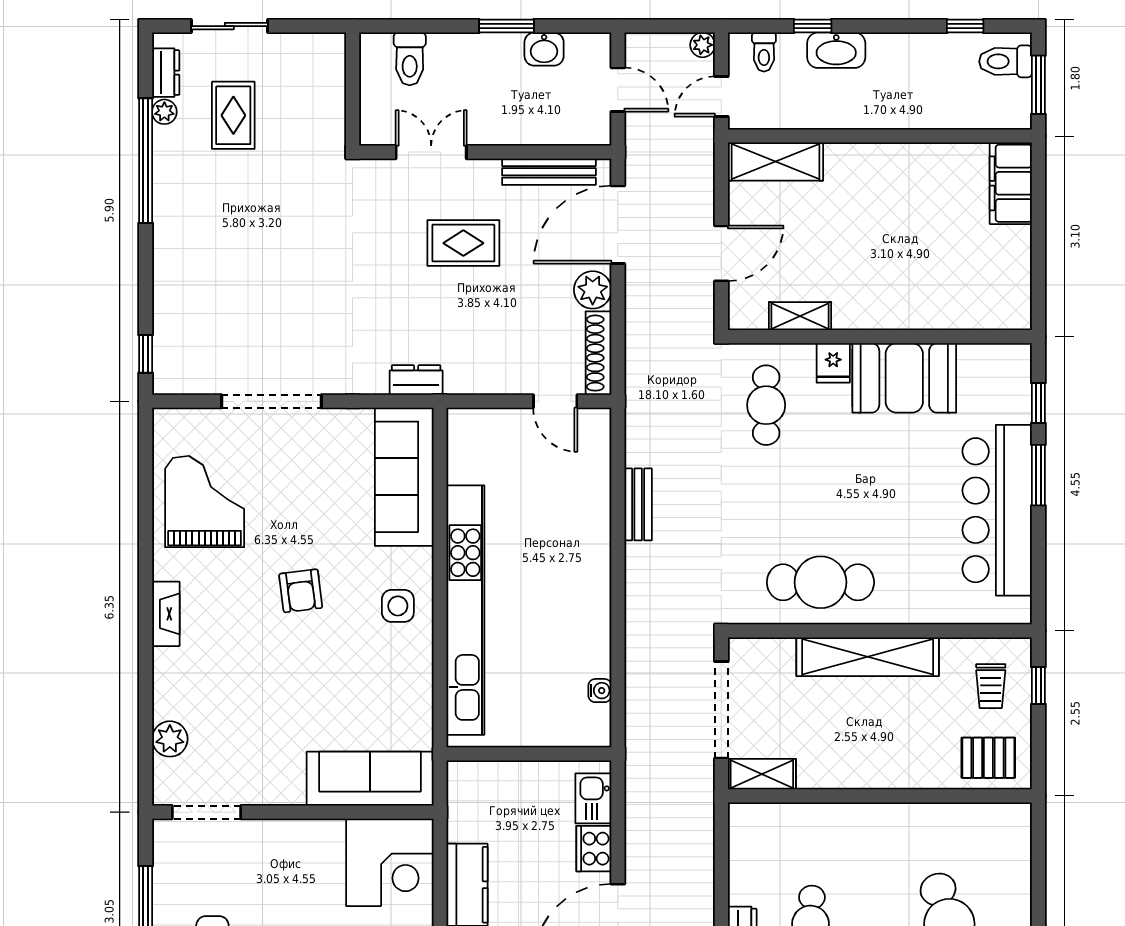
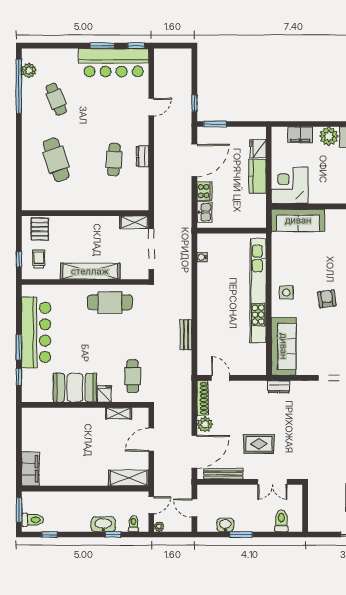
pallet: (988, 758) -> (40, 229), turned 90

